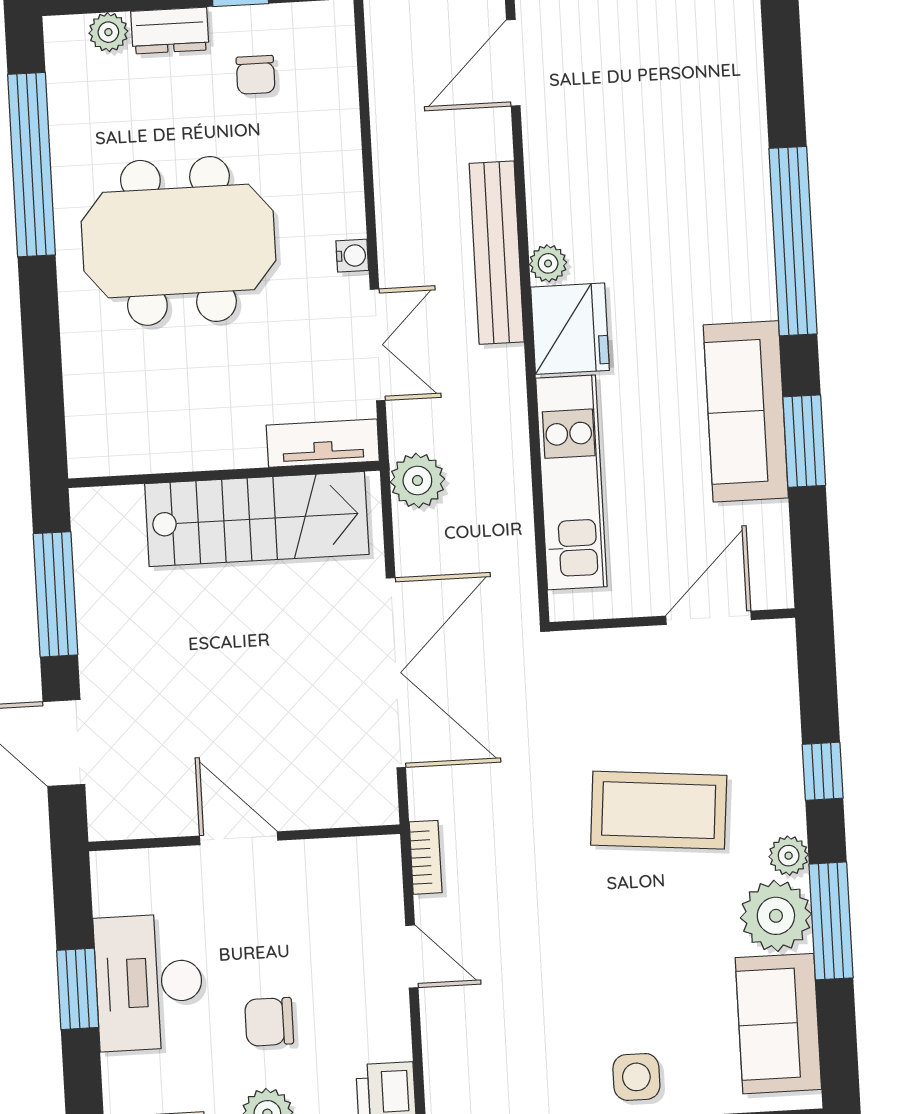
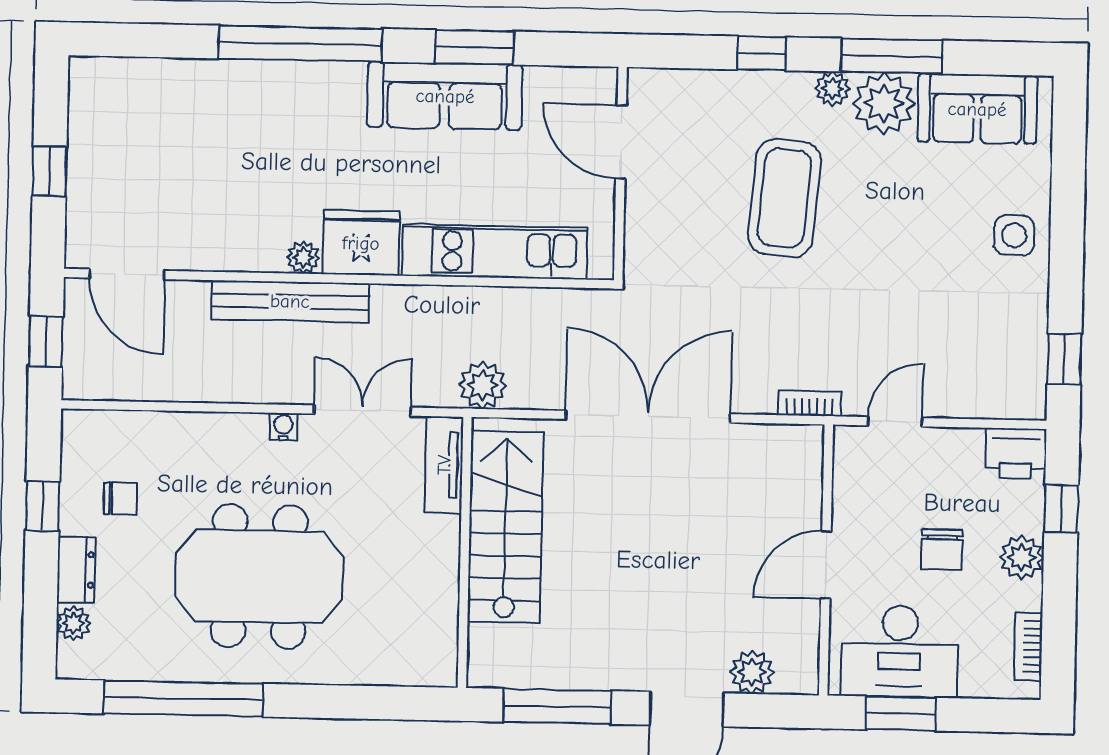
meeting table: (178, 241) -> (259, 576), turned 90
plant: (112, 815) -> (752, 672), added
door: (239, 838) -> (826, 565), moved
wall: (244, 838) -> (826, 560), moved

